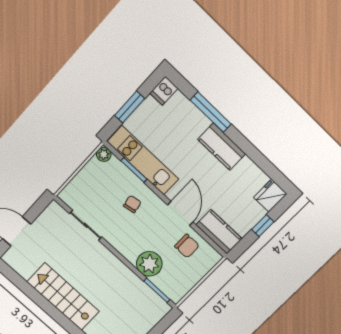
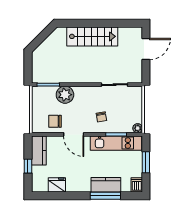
kitchen counter: (222, 147) -> (106, 185), moved
fridge: (270, 196) -> (57, 185), moved, turned -90
kitchen counter: (219, 232) -> (39, 150), moved, turned -90

